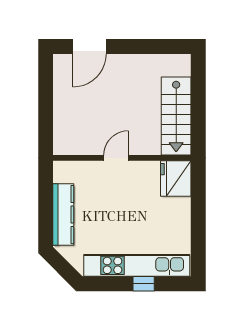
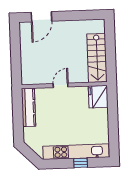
kitchen counter: (63, 215) -> (29, 107), moved

